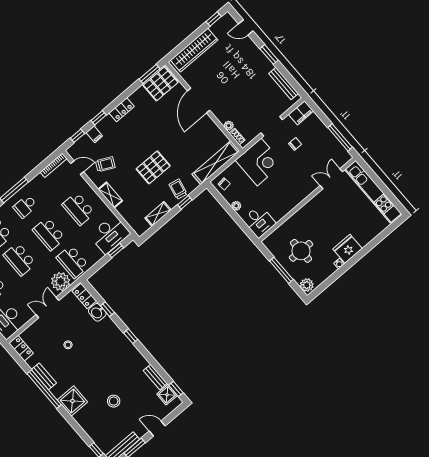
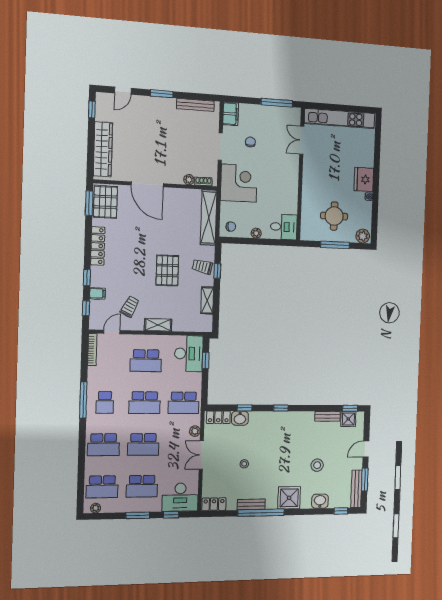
locker: (122, 110) -> (98, 246), width x1.53
plant: (61, 282) -> (195, 431), width x0.53, depth x0.53
washbasin: (90, 427) -> (320, 501), added

